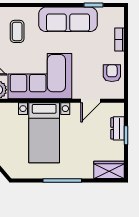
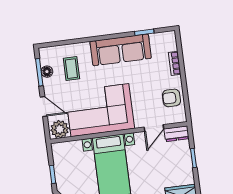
armchair: (112, 73) -> (171, 98), turned -90
dresser: (118, 128) -> (177, 134), moved, turned -90

